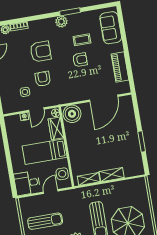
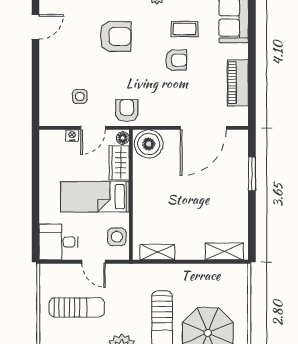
armchair: (43, 79) -> (127, 111), moved
window: (142, 141) -> (252, 174), moved
shelving: (112, 175) -> (224, 251), moved
door: (51, 192) -> (94, 262), swing flipped

